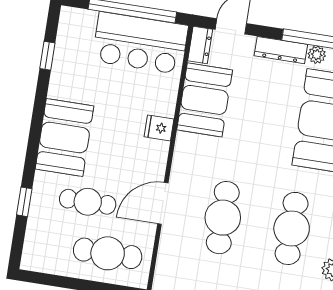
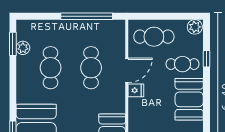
fridge: (159, 128) -> (136, 90), moved
cafe table: (88, 202) -> (182, 64), moved
plant: (35, 259) -> (195, 27), added

